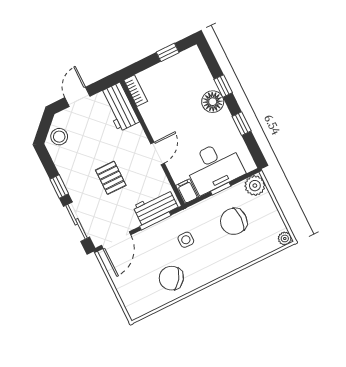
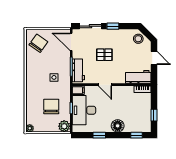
window: (223, 86) -> (137, 135), moved
chair: (171, 278) -> (38, 43), moved

